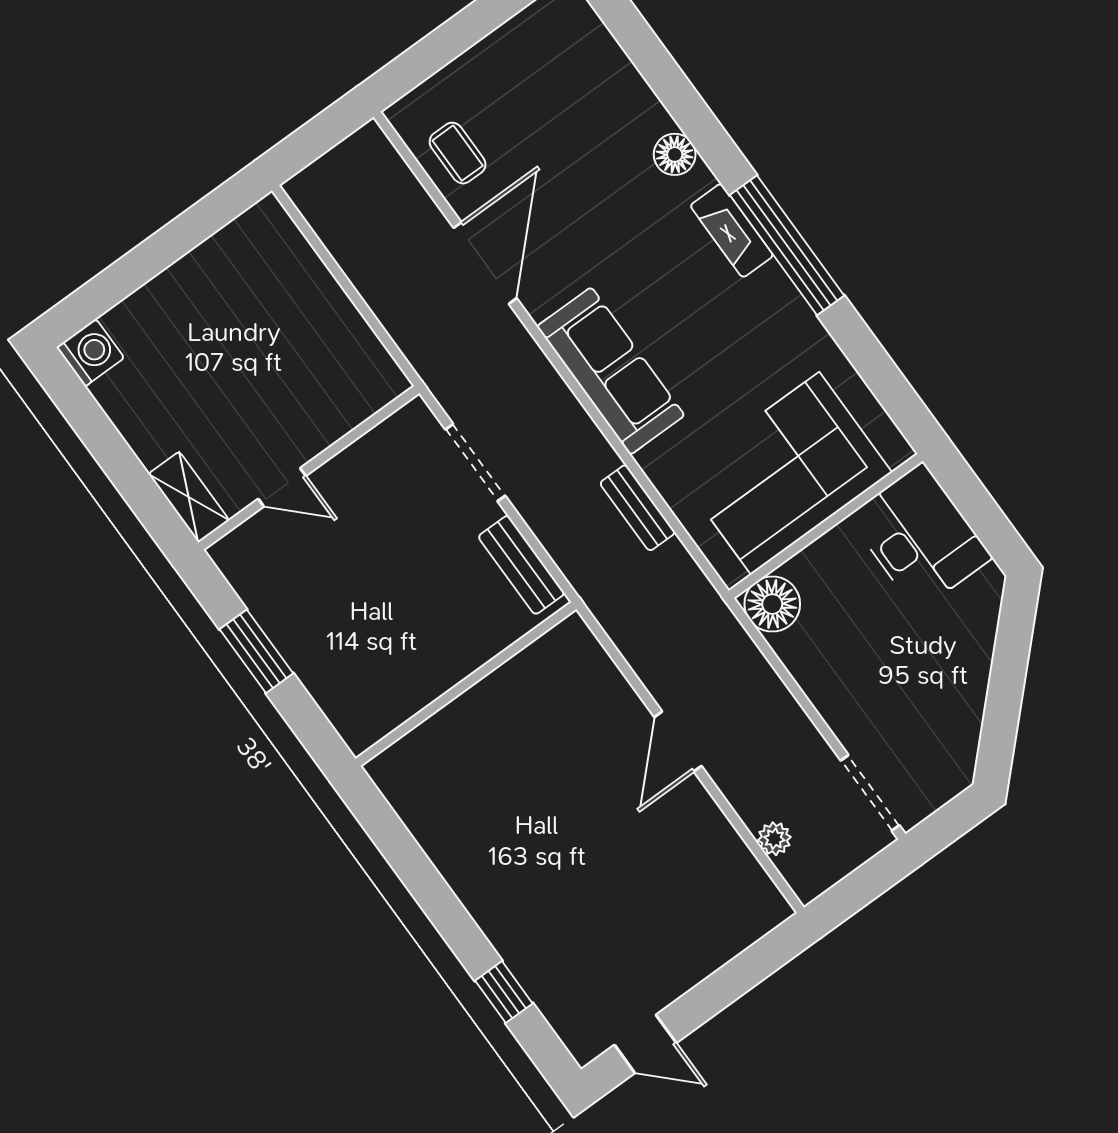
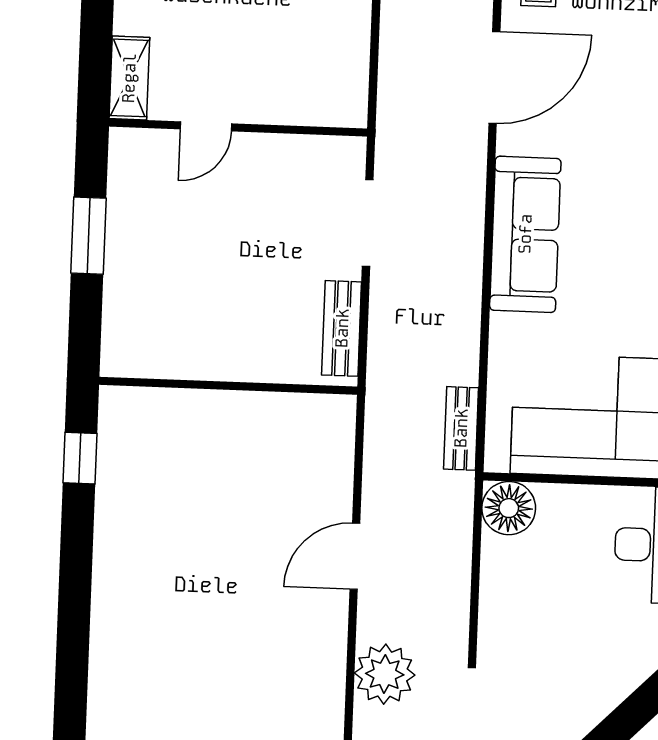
door: (282, 487) -> (206, 126), hinge flipped
bench: (638, 508) -> (461, 428), moved
plant: (774, 839) -> (385, 674), width x1.87, depth x1.87
window: (504, 992) -> (80, 458), moved

